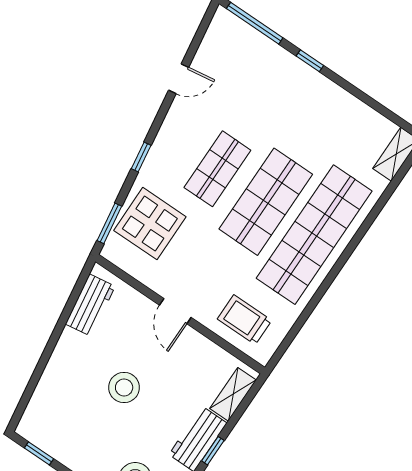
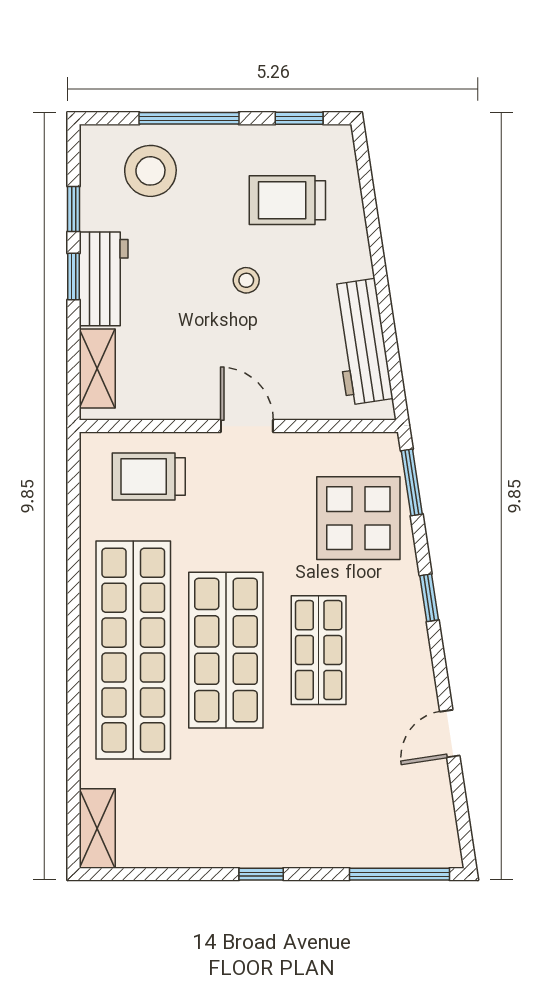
window: (310, 61) -> (261, 874), moved
workbench: (90, 305) -> (361, 342), width x1.38
trolley: (245, 320) -> (149, 476), turned 180
stool: (124, 387) -> (246, 280), width x0.53, depth x0.53
trolley: (74, 415) -> (287, 200), added

